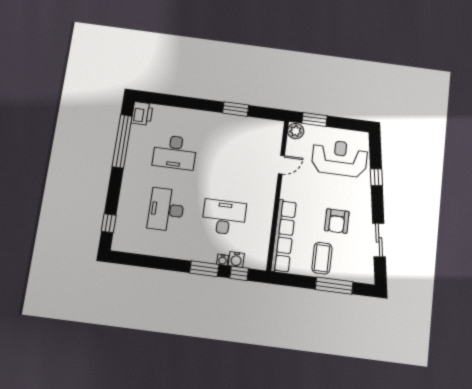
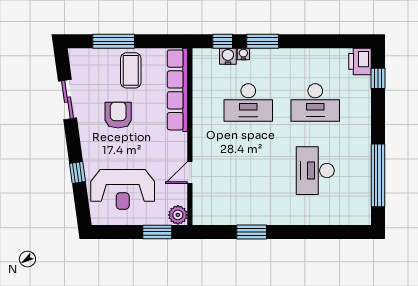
printer: (142, 113) -> (360, 61), moved
desk: (175, 152) -> (315, 171), turned -90
desk: (166, 210) -> (315, 103), turned 90

